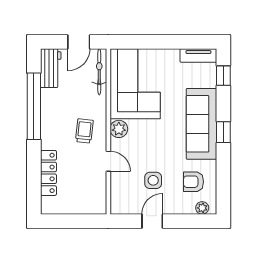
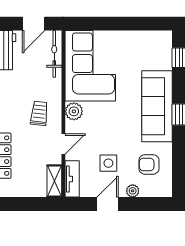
tv unit: (198, 55) -> (72, 179), moved, turned -90
door: (108, 161) -> (63, 144), hinge flipped
shelving: (99, 198) -> (54, 181), added
plant: (202, 208) -> (133, 191), moved

